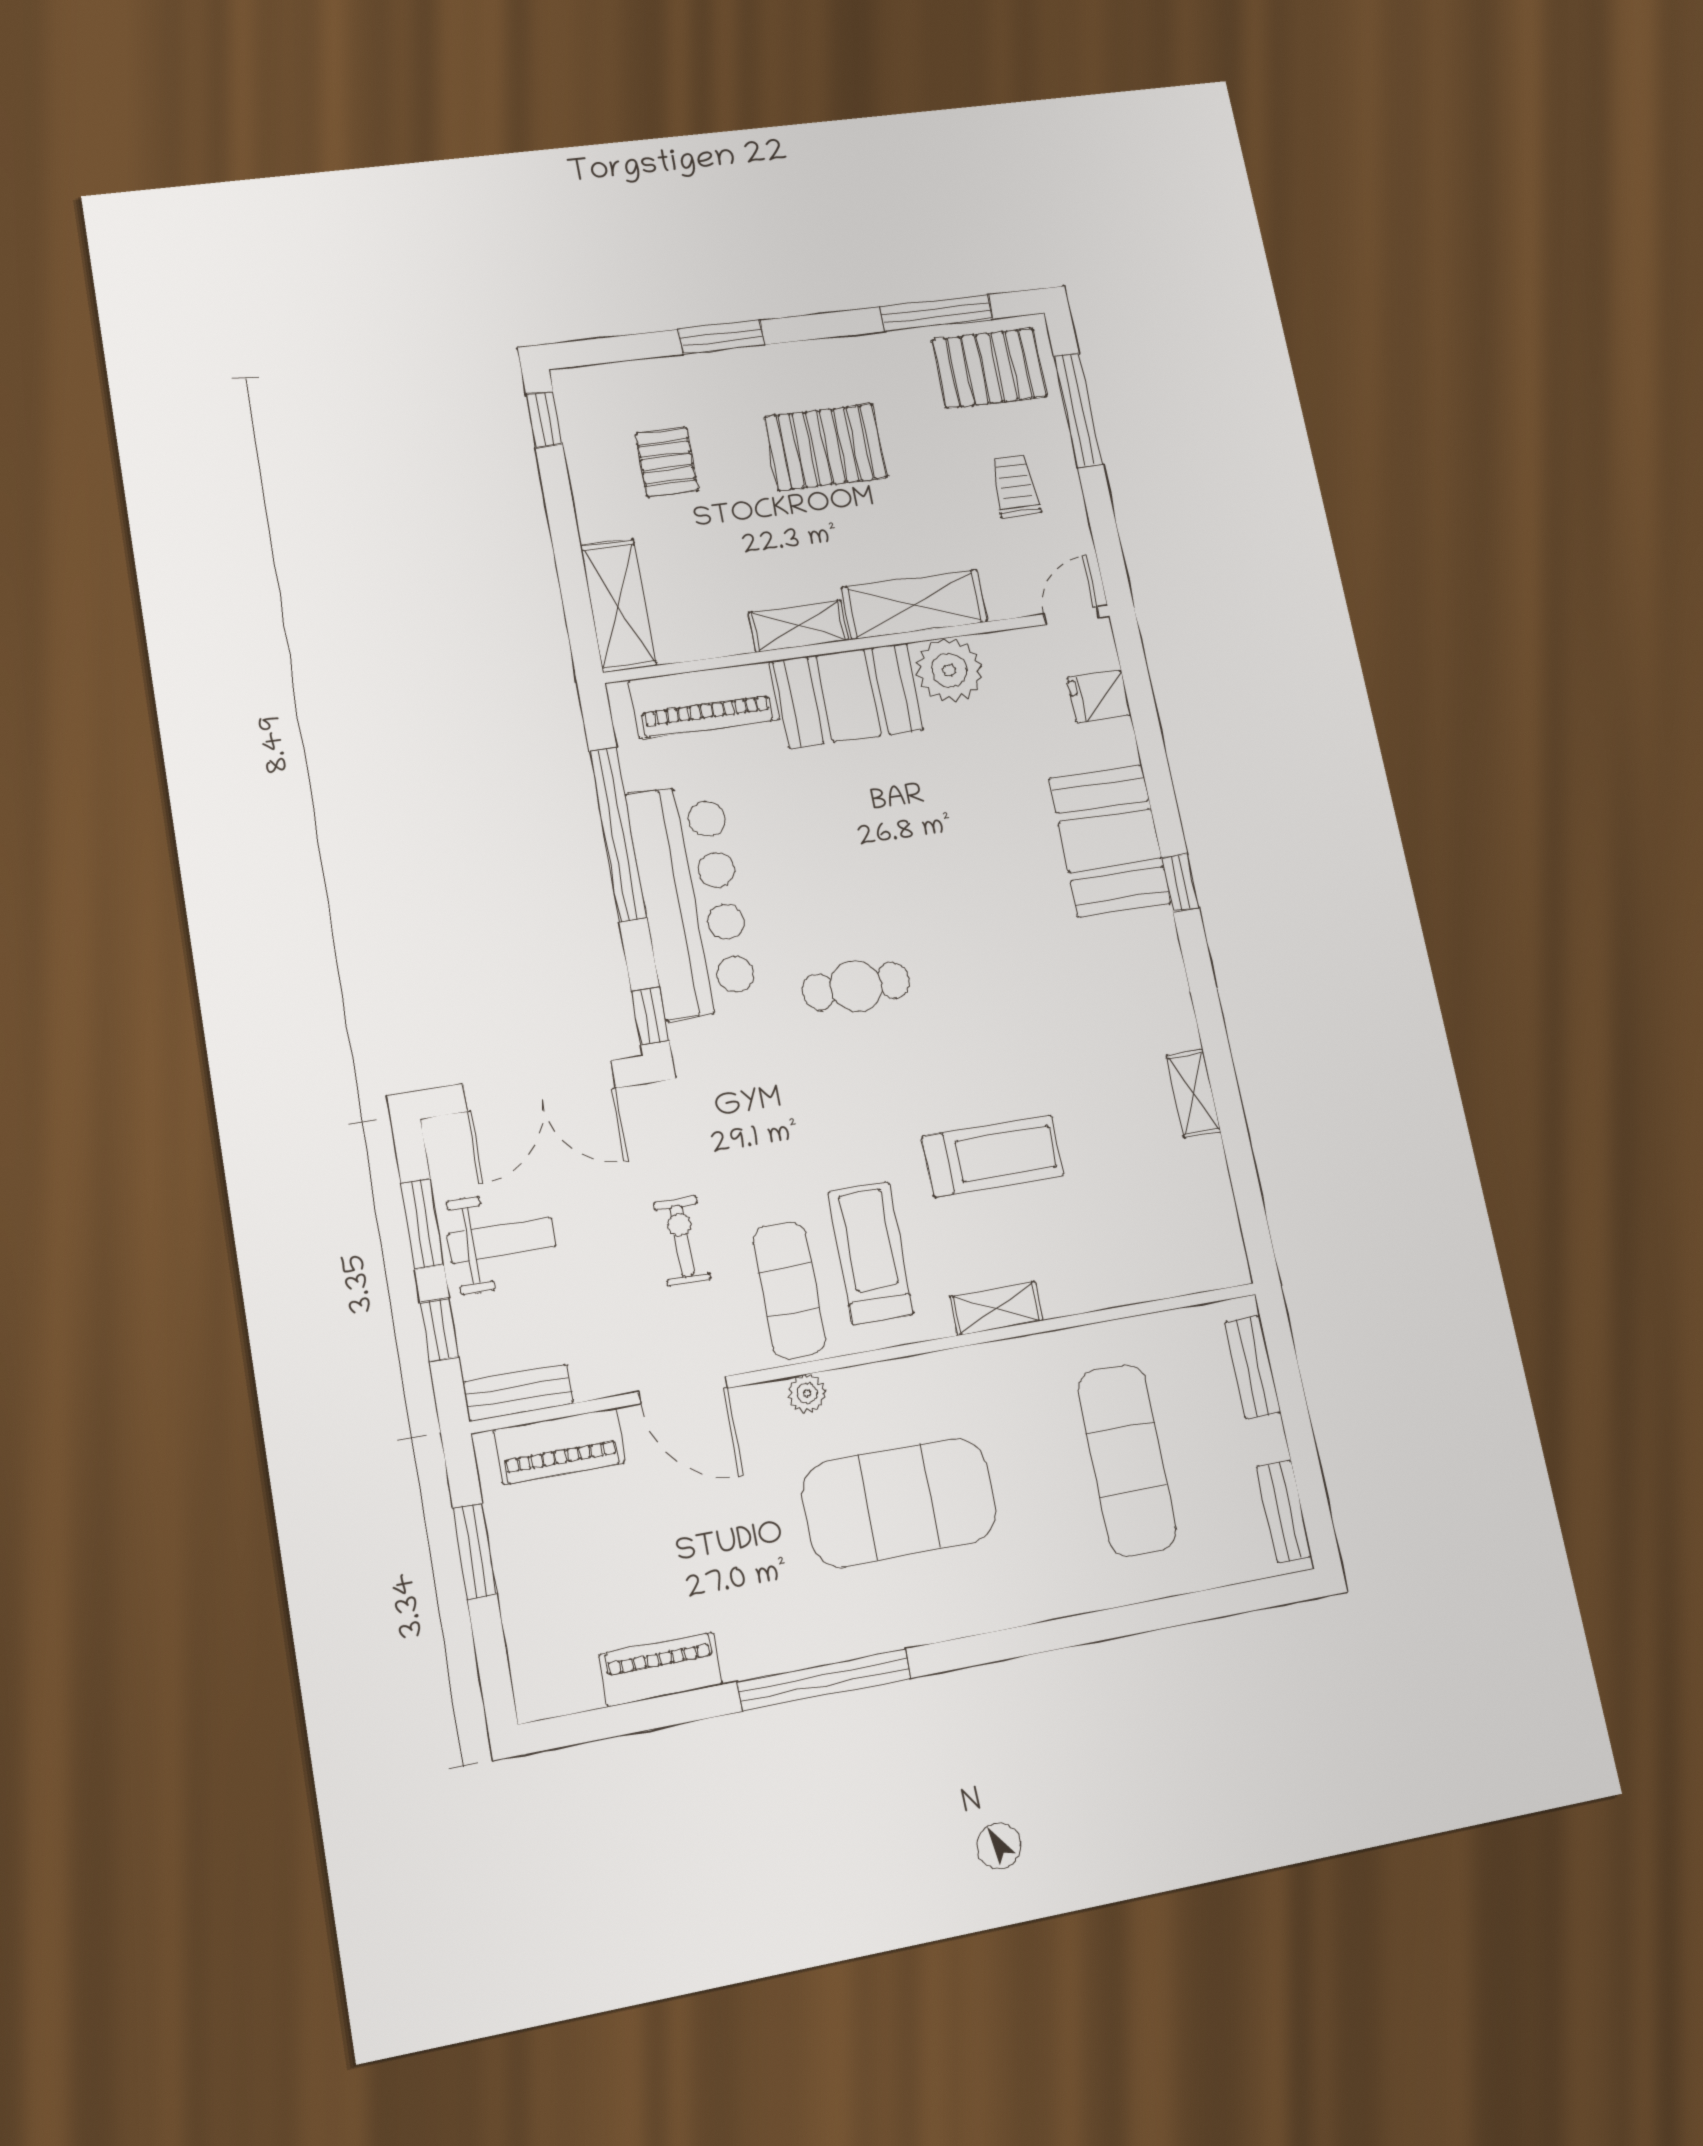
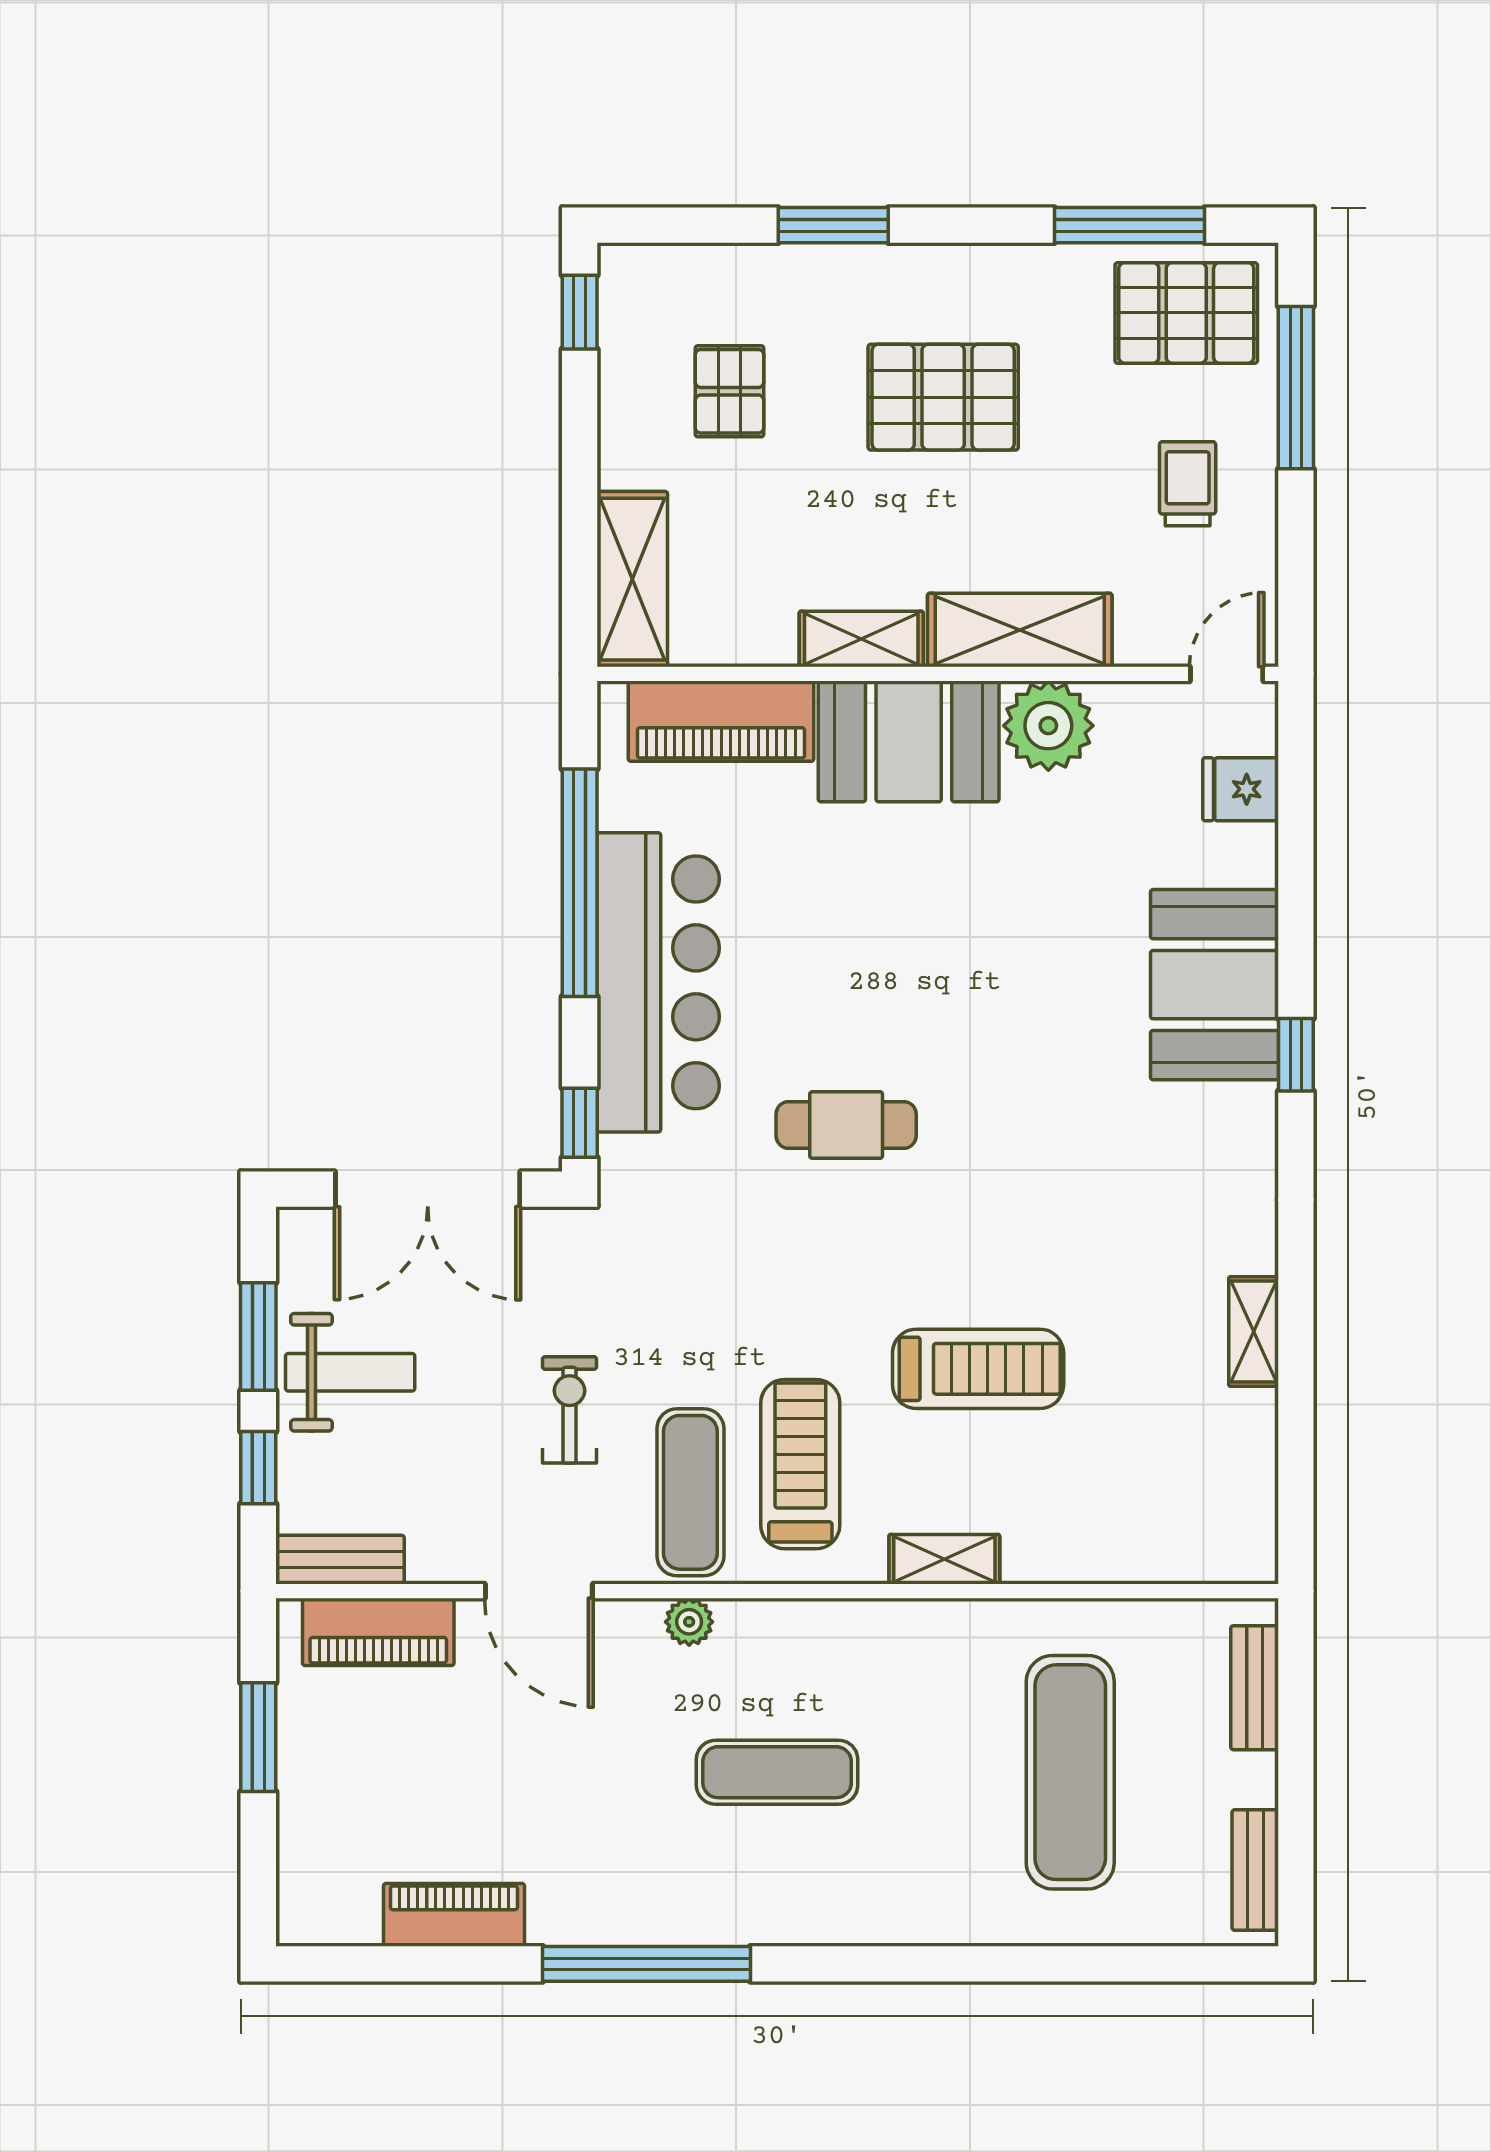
exercise mat: (899, 1502) -> (777, 1772), width x0.50, depth x0.69

